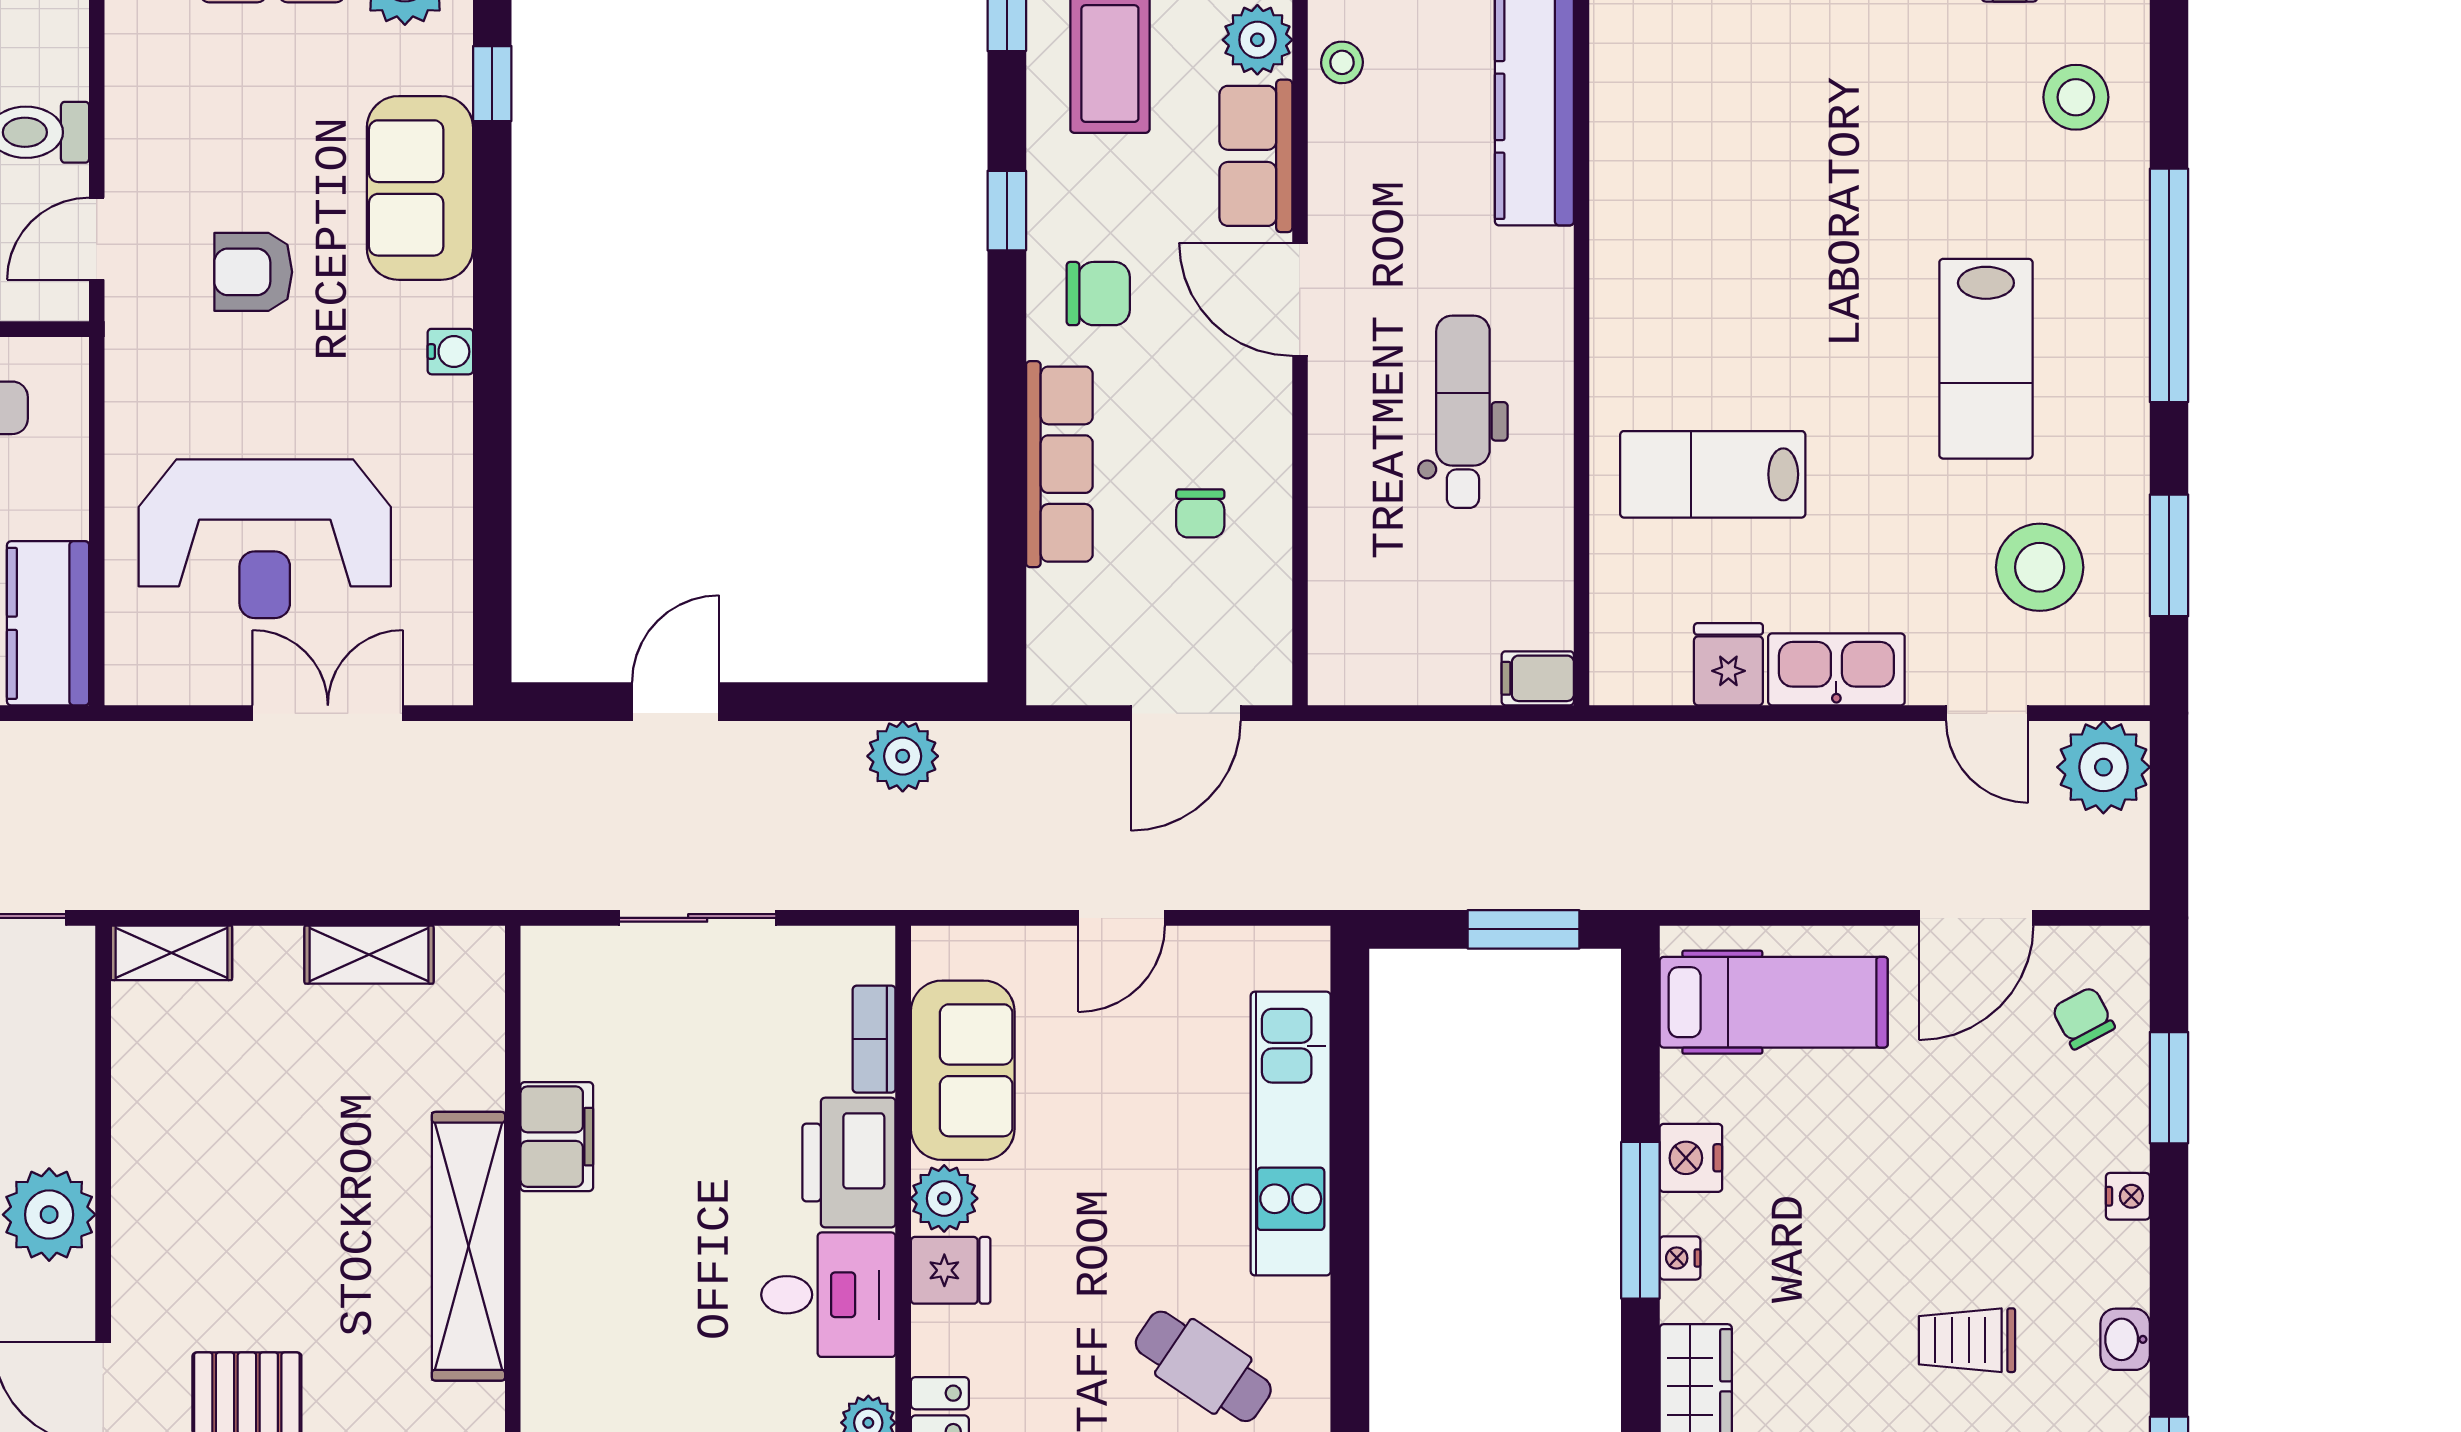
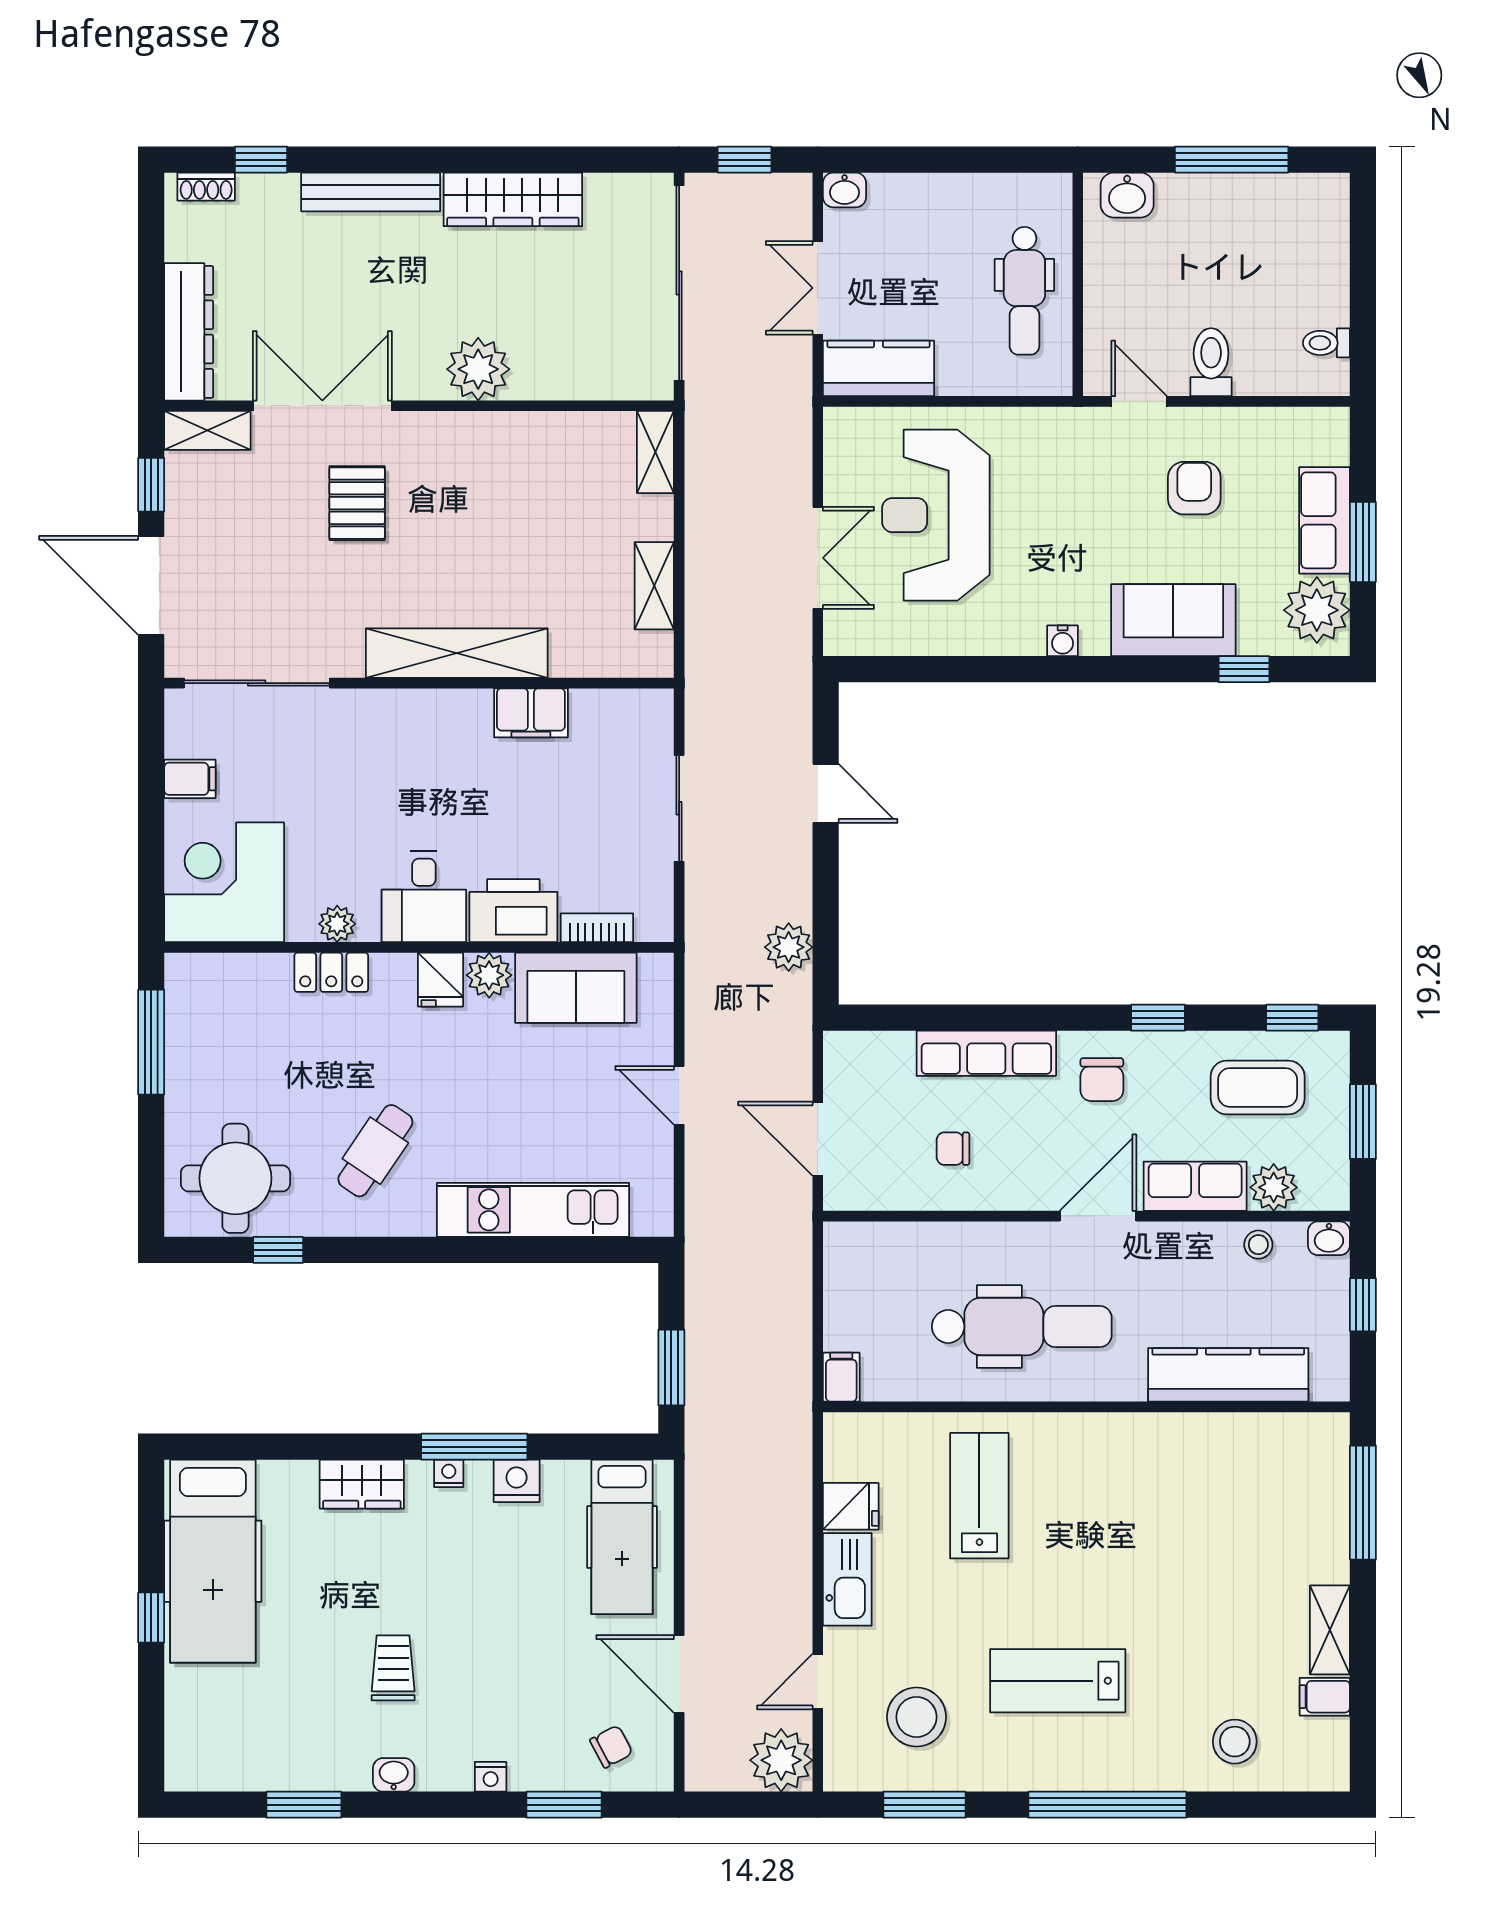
armchair: (253, 272) -> (1194, 488), moved
dental chair: (1463, 412) -> (1022, 1326), width x1.36, depth x1.38

